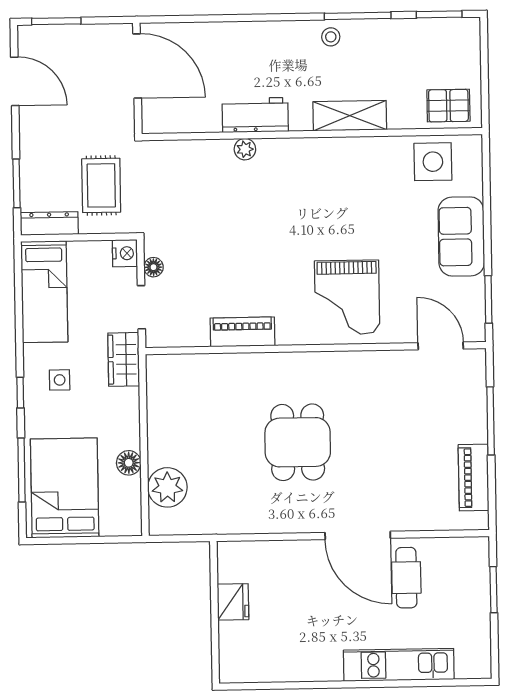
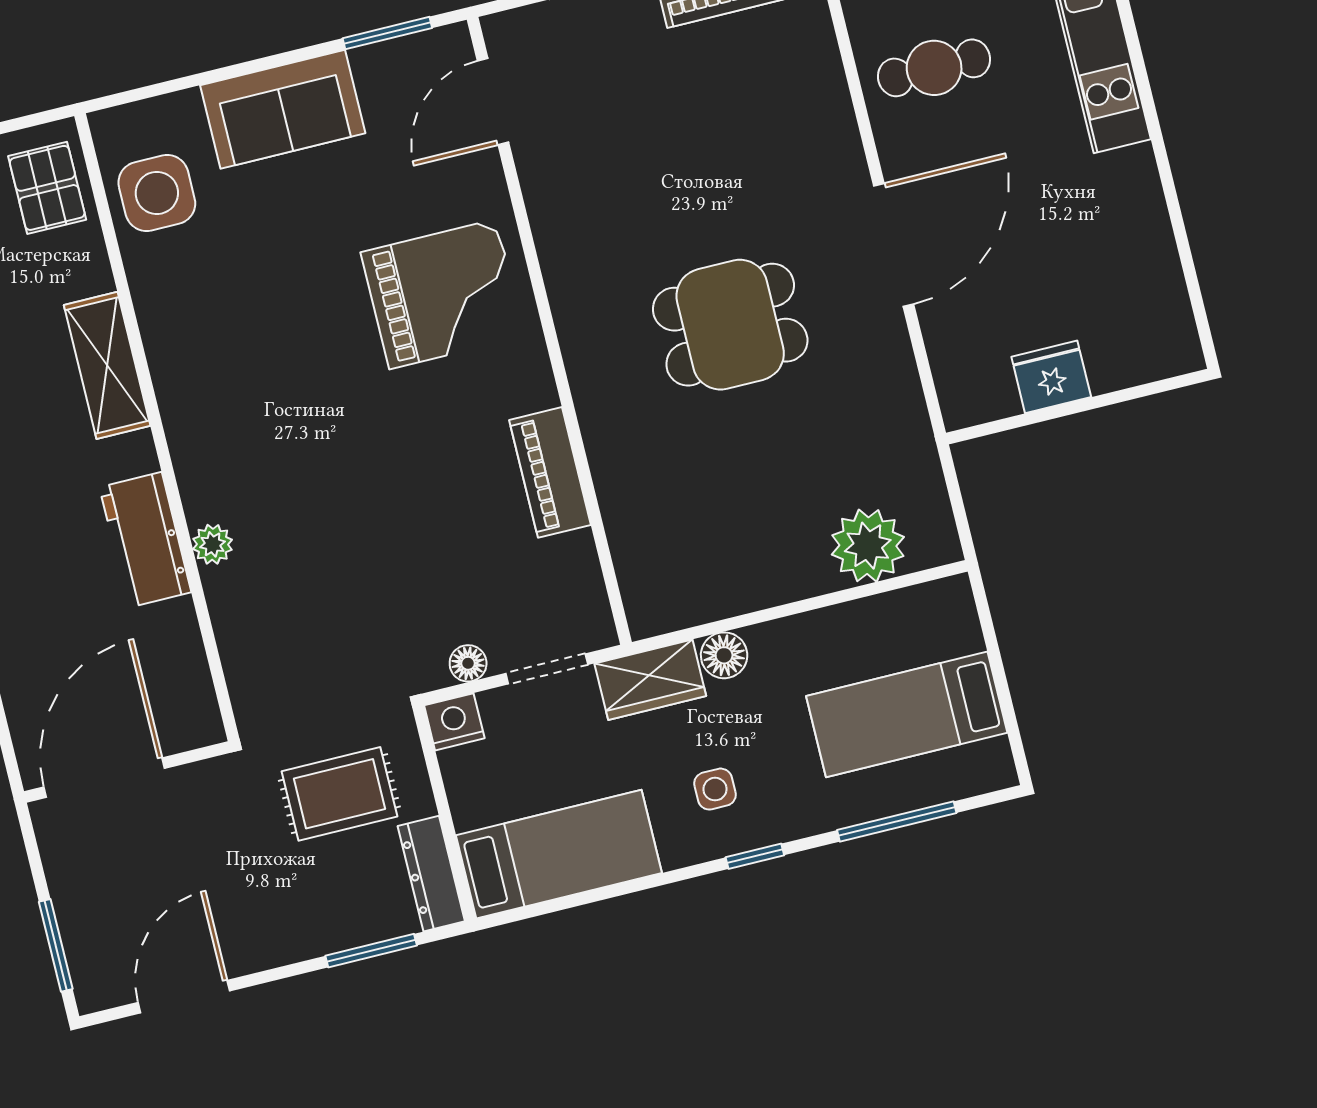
floor lamp: (129, 463) -> (724, 655), moved
bed: (65, 488) -> (907, 714), width x0.67
door: (358, 535) -> (894, 245), moved

